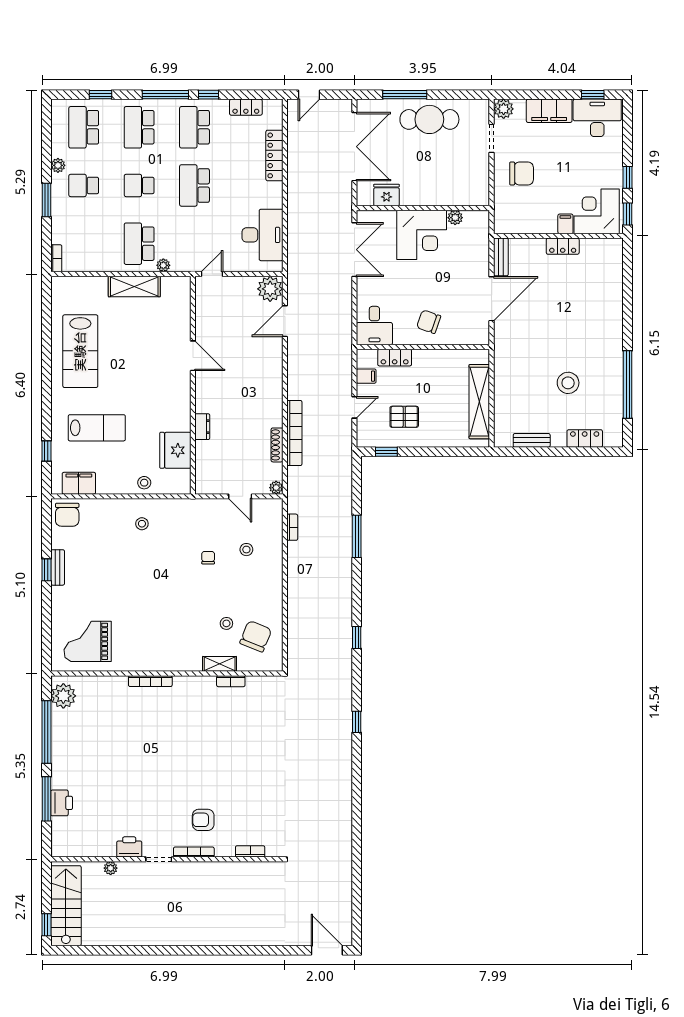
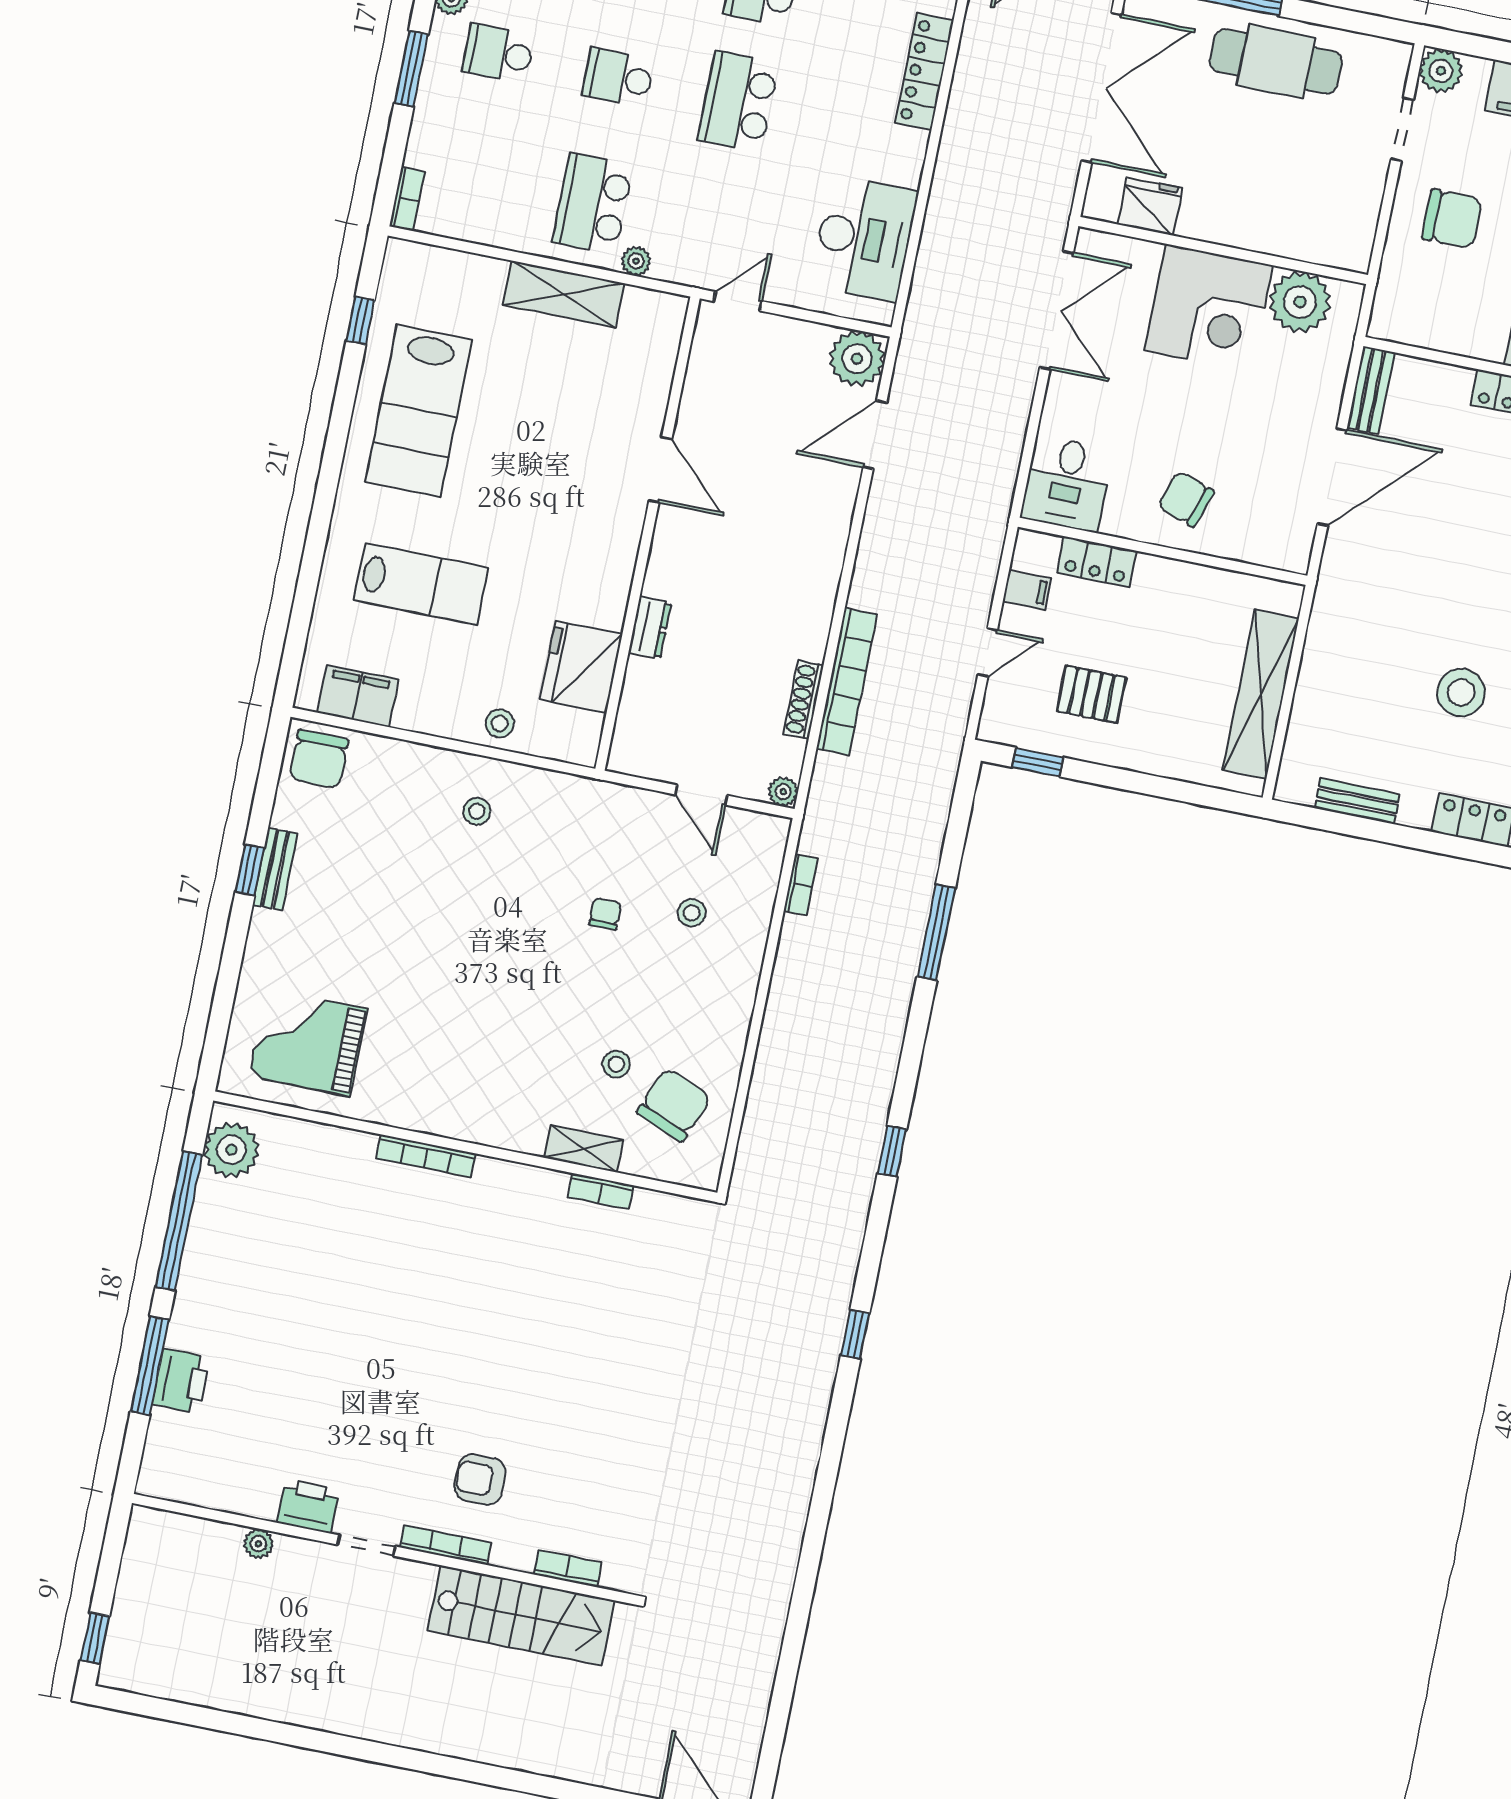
plant: (455, 218) -> (1300, 302), width x1.87, depth x1.87
window: (46, 451) -> (360, 321), moved
stairs: (66, 906) -> (521, 1616), moved, turned 90

